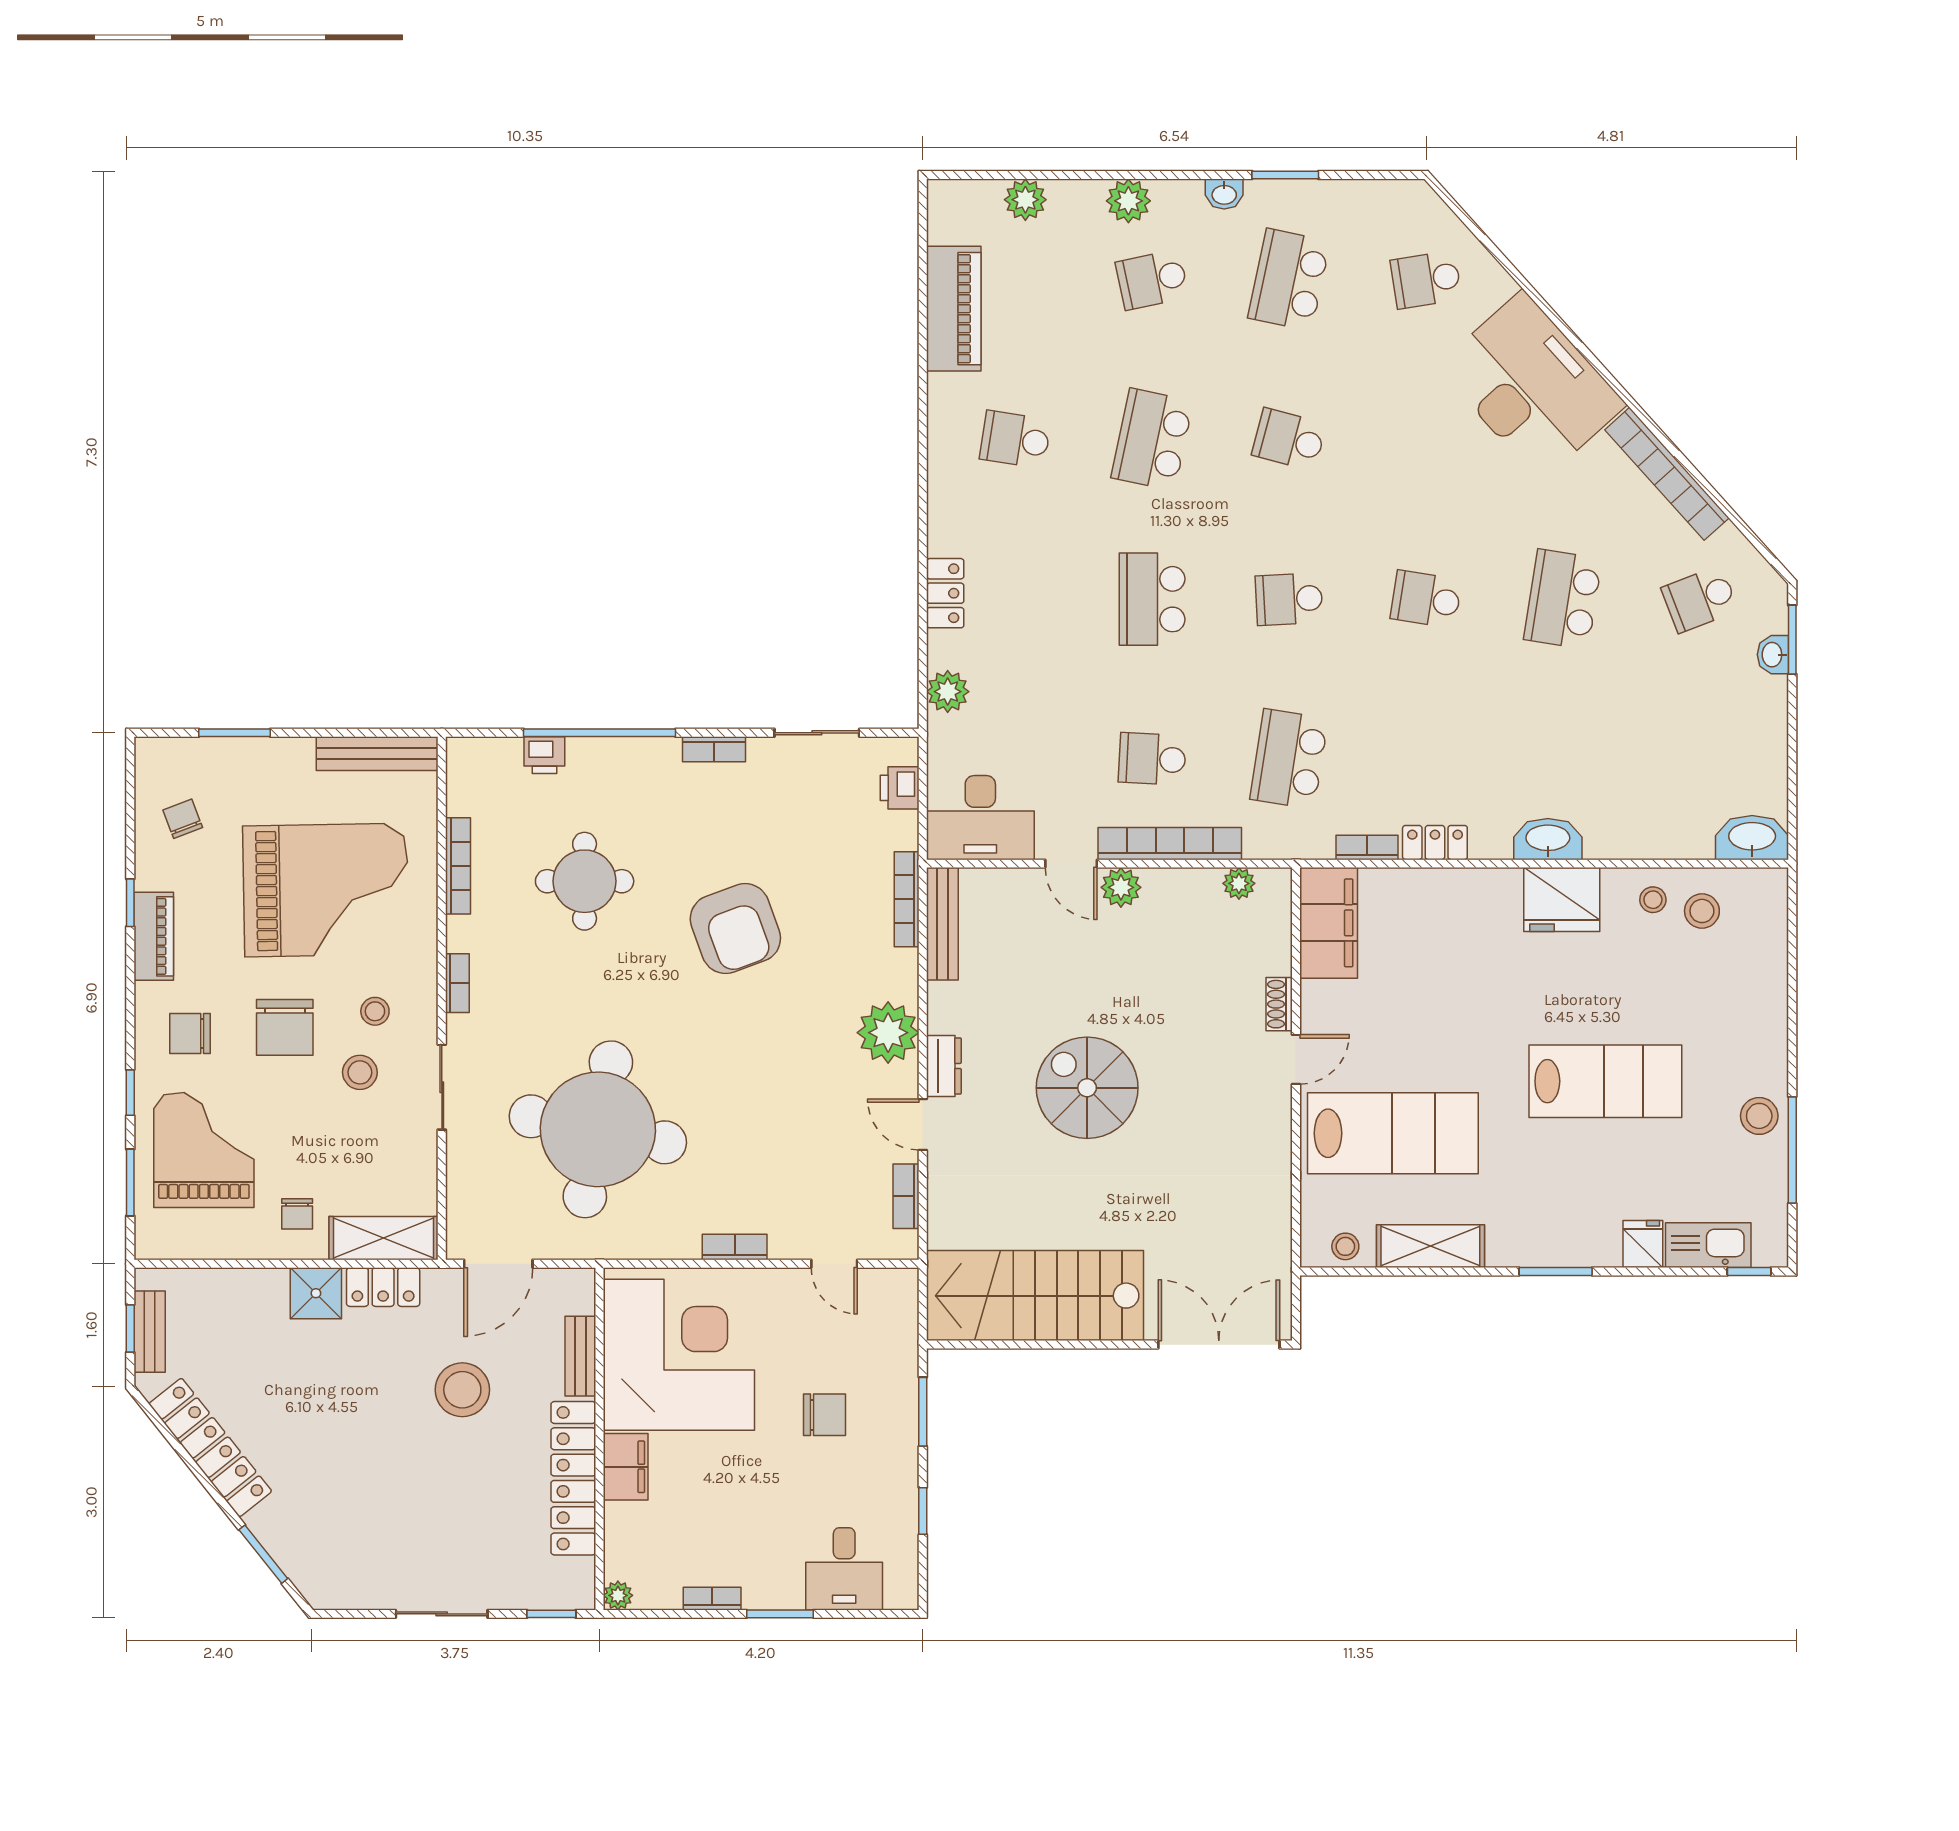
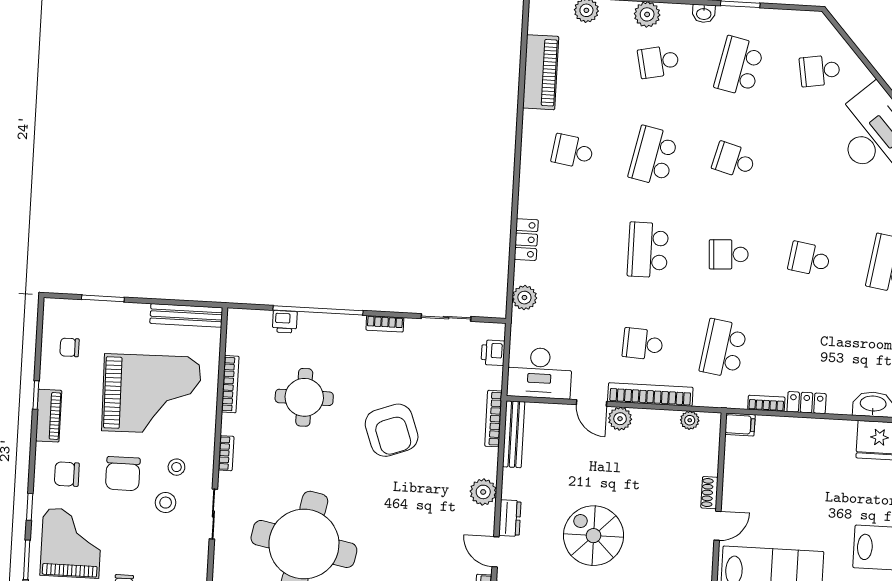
chair: (183, 819) -> (70, 347), turned -69
filing cabinet: (1329, 923) -> (740, 425), width x0.33, depth x0.86
plant: (888, 1033) -> (483, 492), width x0.73, depth x0.73

